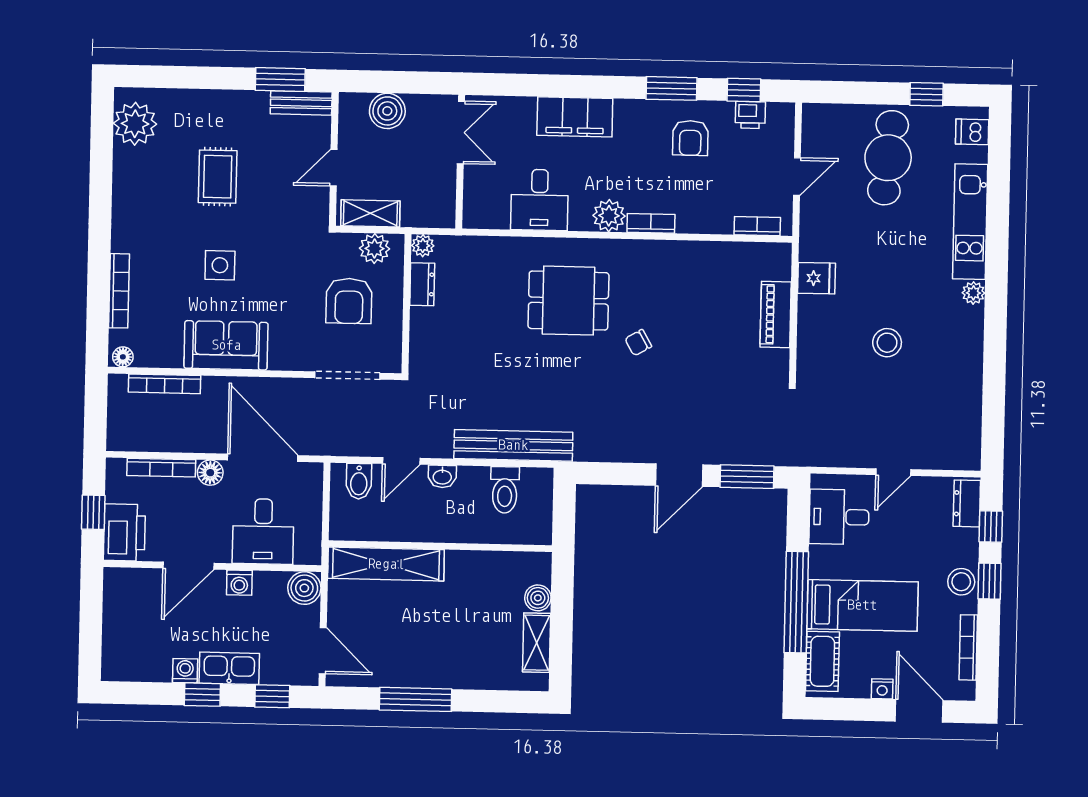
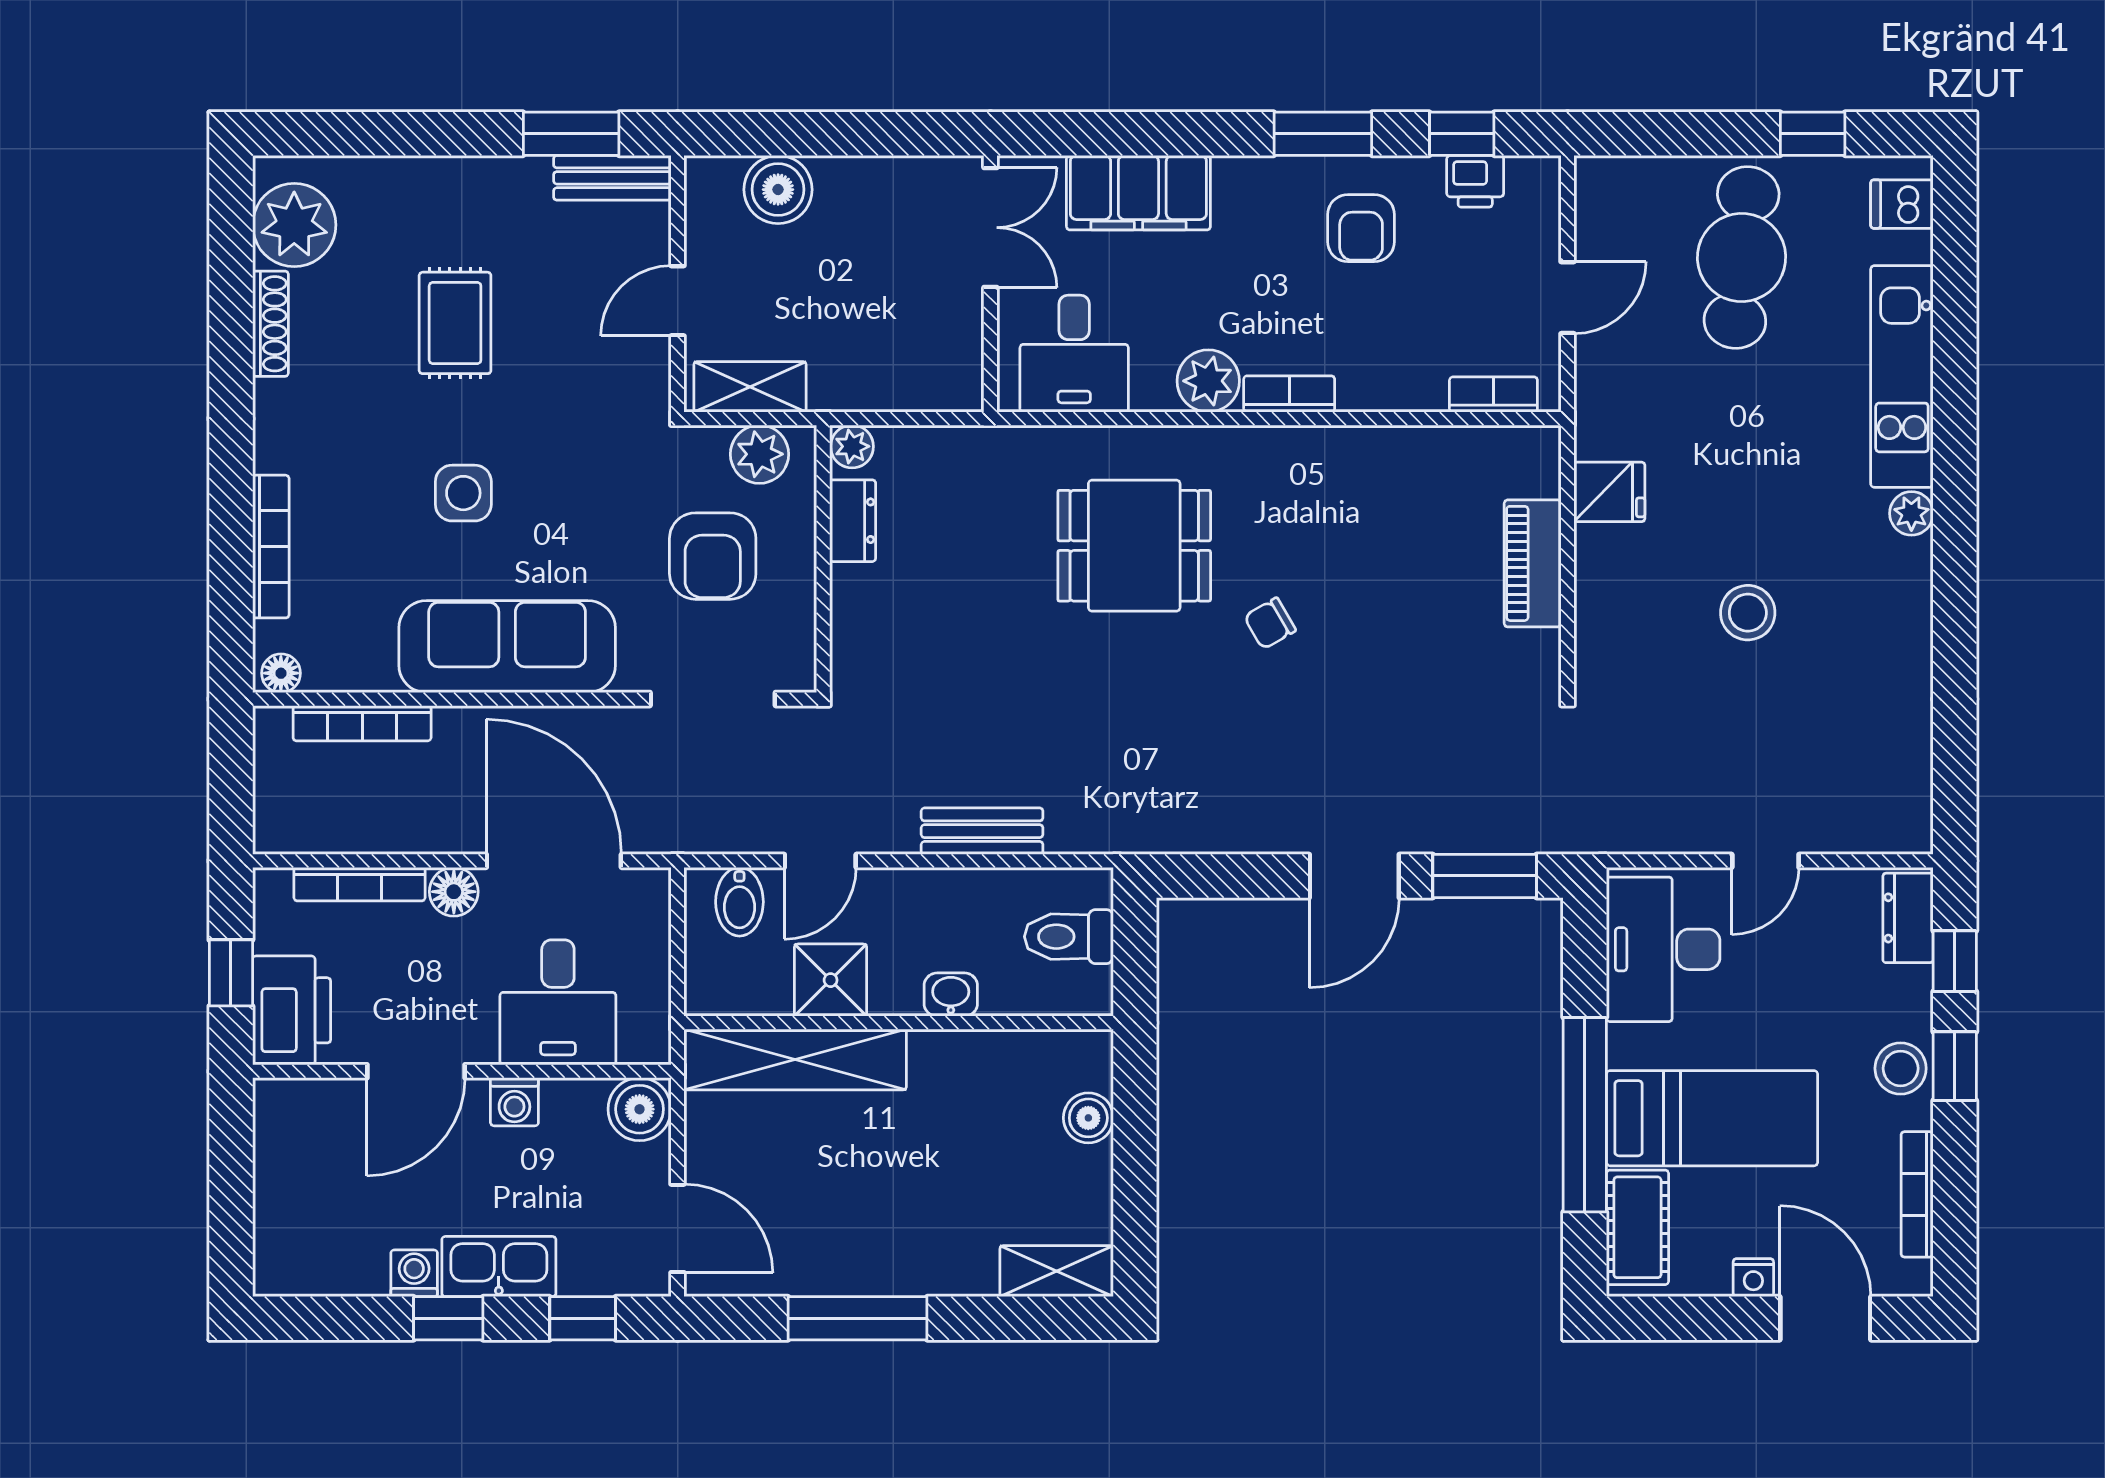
double door: (461, 132) -> (990, 228), moved
wall: (460, 162) -> (990, 284), moved
shoe rack: (122, 175) -> (270, 324), added
sofa: (226, 345) -> (507, 647), width x1.36
bench: (513, 445) -> (982, 831), width x0.54, depth x0.82
washbasin: (442, 476) -> (951, 995), moved, turned 180
toilet: (505, 490) -> (1069, 937), moved, turned 90
desk: (839, 517) -> (1663, 949), width x1.37
shower: (405, 523) -> (831, 980), added
shelving: (537, 643) -> (1057, 1271), moved, turned 90

